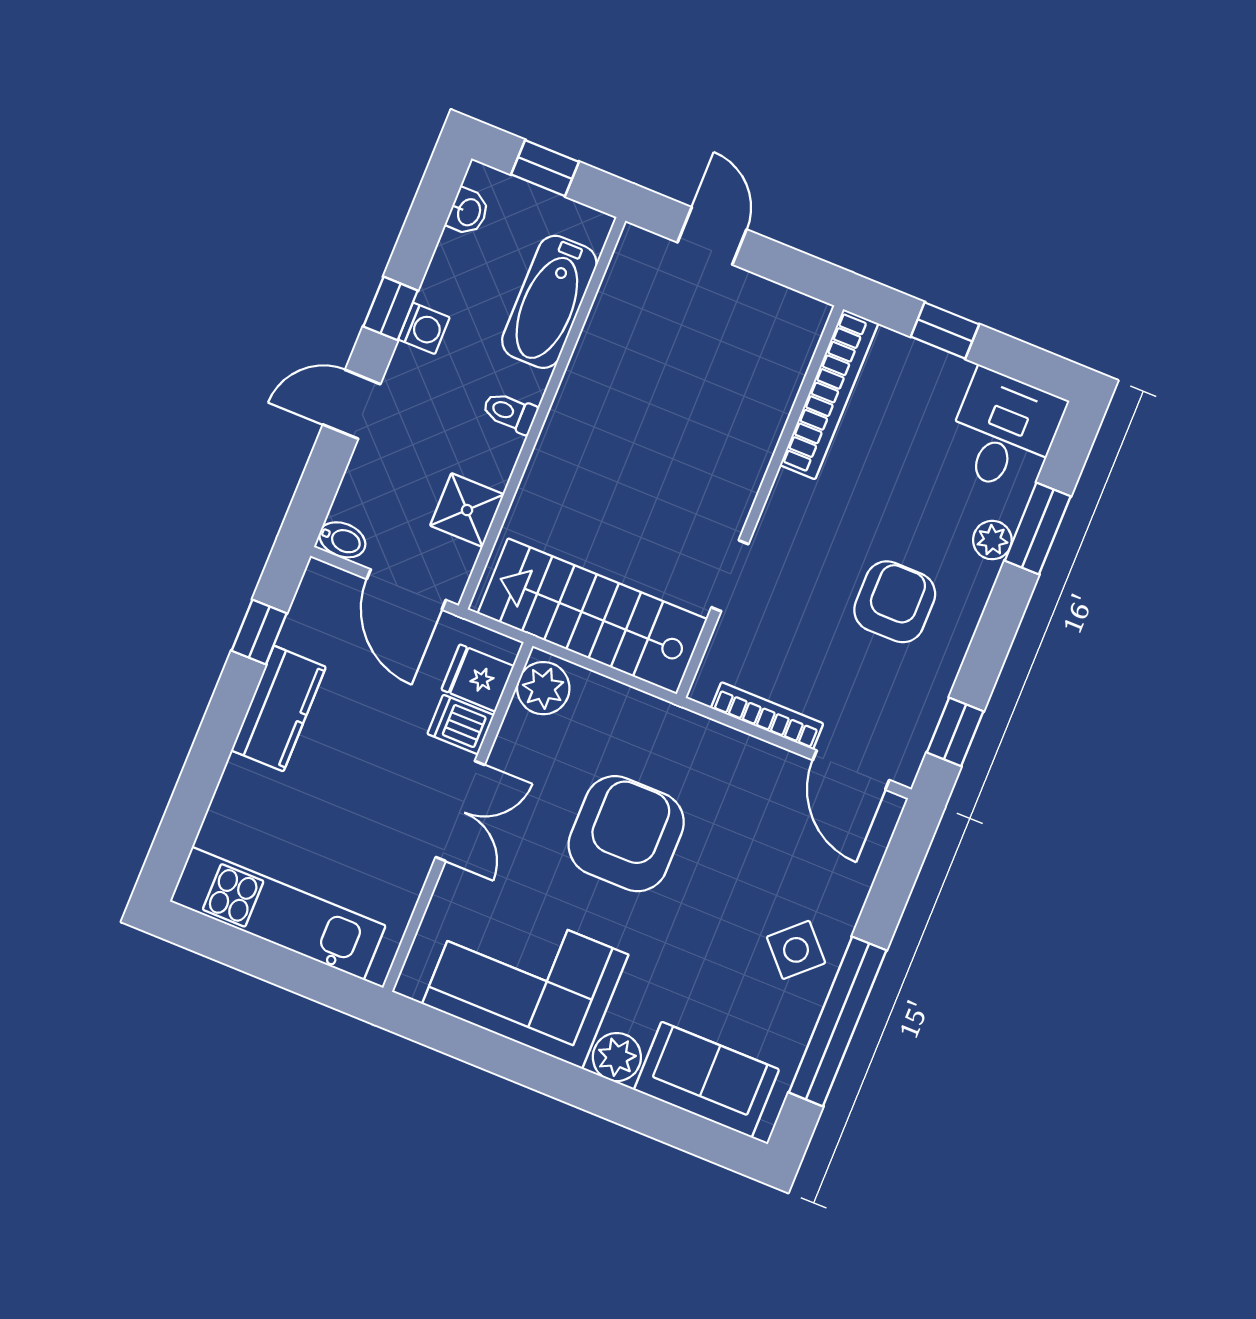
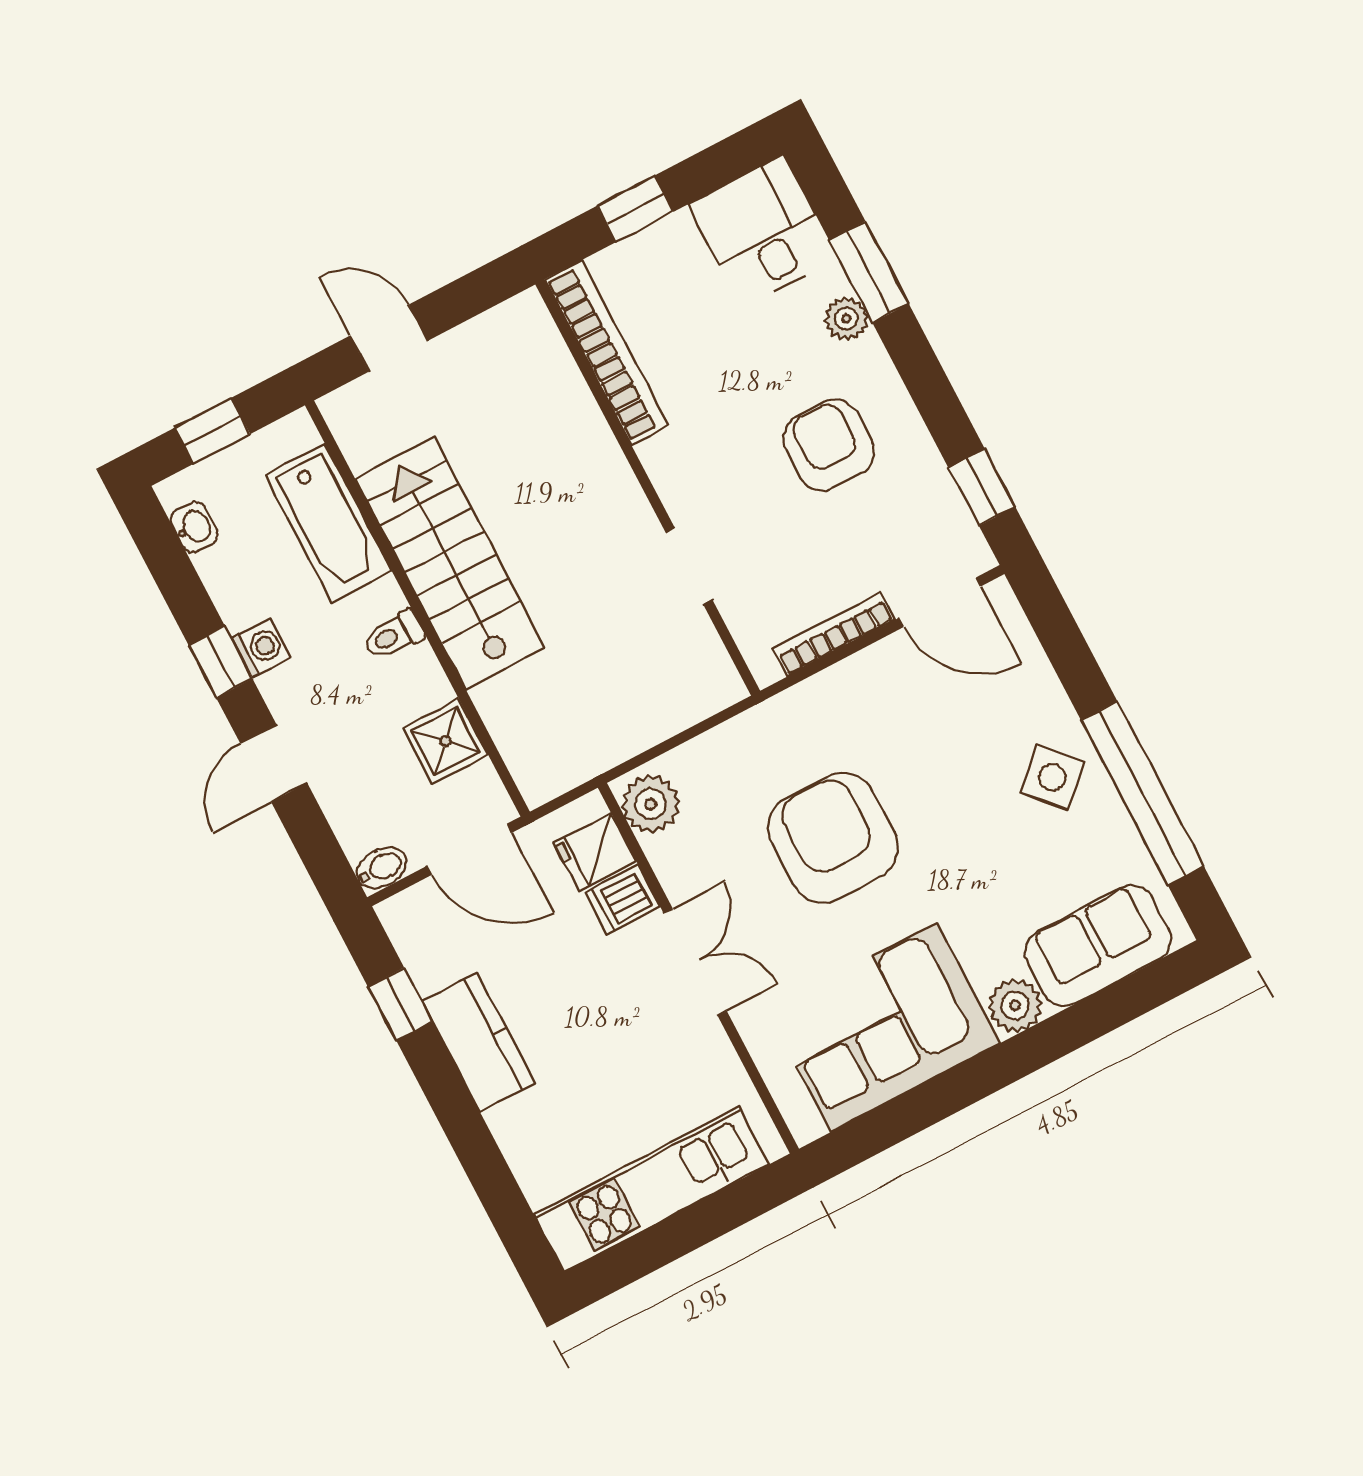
stairs: (592, 616) -> (450, 563), moved, turned 90

